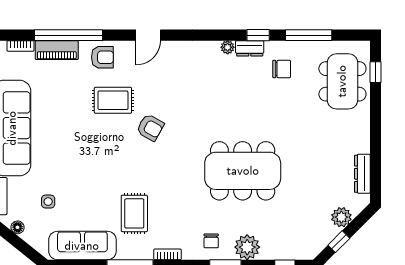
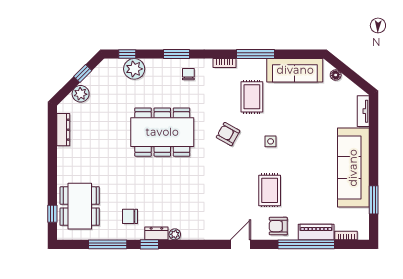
rug: (113, 100) -> (270, 190), turned 90
armchair: (150, 127) -> (228, 134), moved
side table: (48, 202) -> (271, 141), moved
floor lamp: (17, 227) -> (336, 75), moved
plant: (247, 247) -> (134, 69), moved

